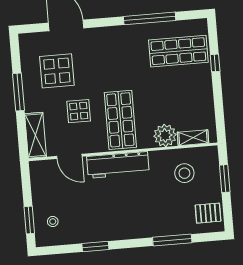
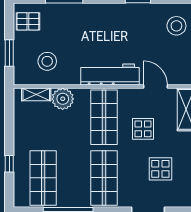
shop shelf: (178, 51) -> (43, 178), turned 90
shop shelf: (115, 56) -> (104, 178), added
display table: (57, 71) -> (160, 169), width x0.73, depth x0.73
stool: (53, 222) -> (176, 26), width x1.89, depth x1.89

